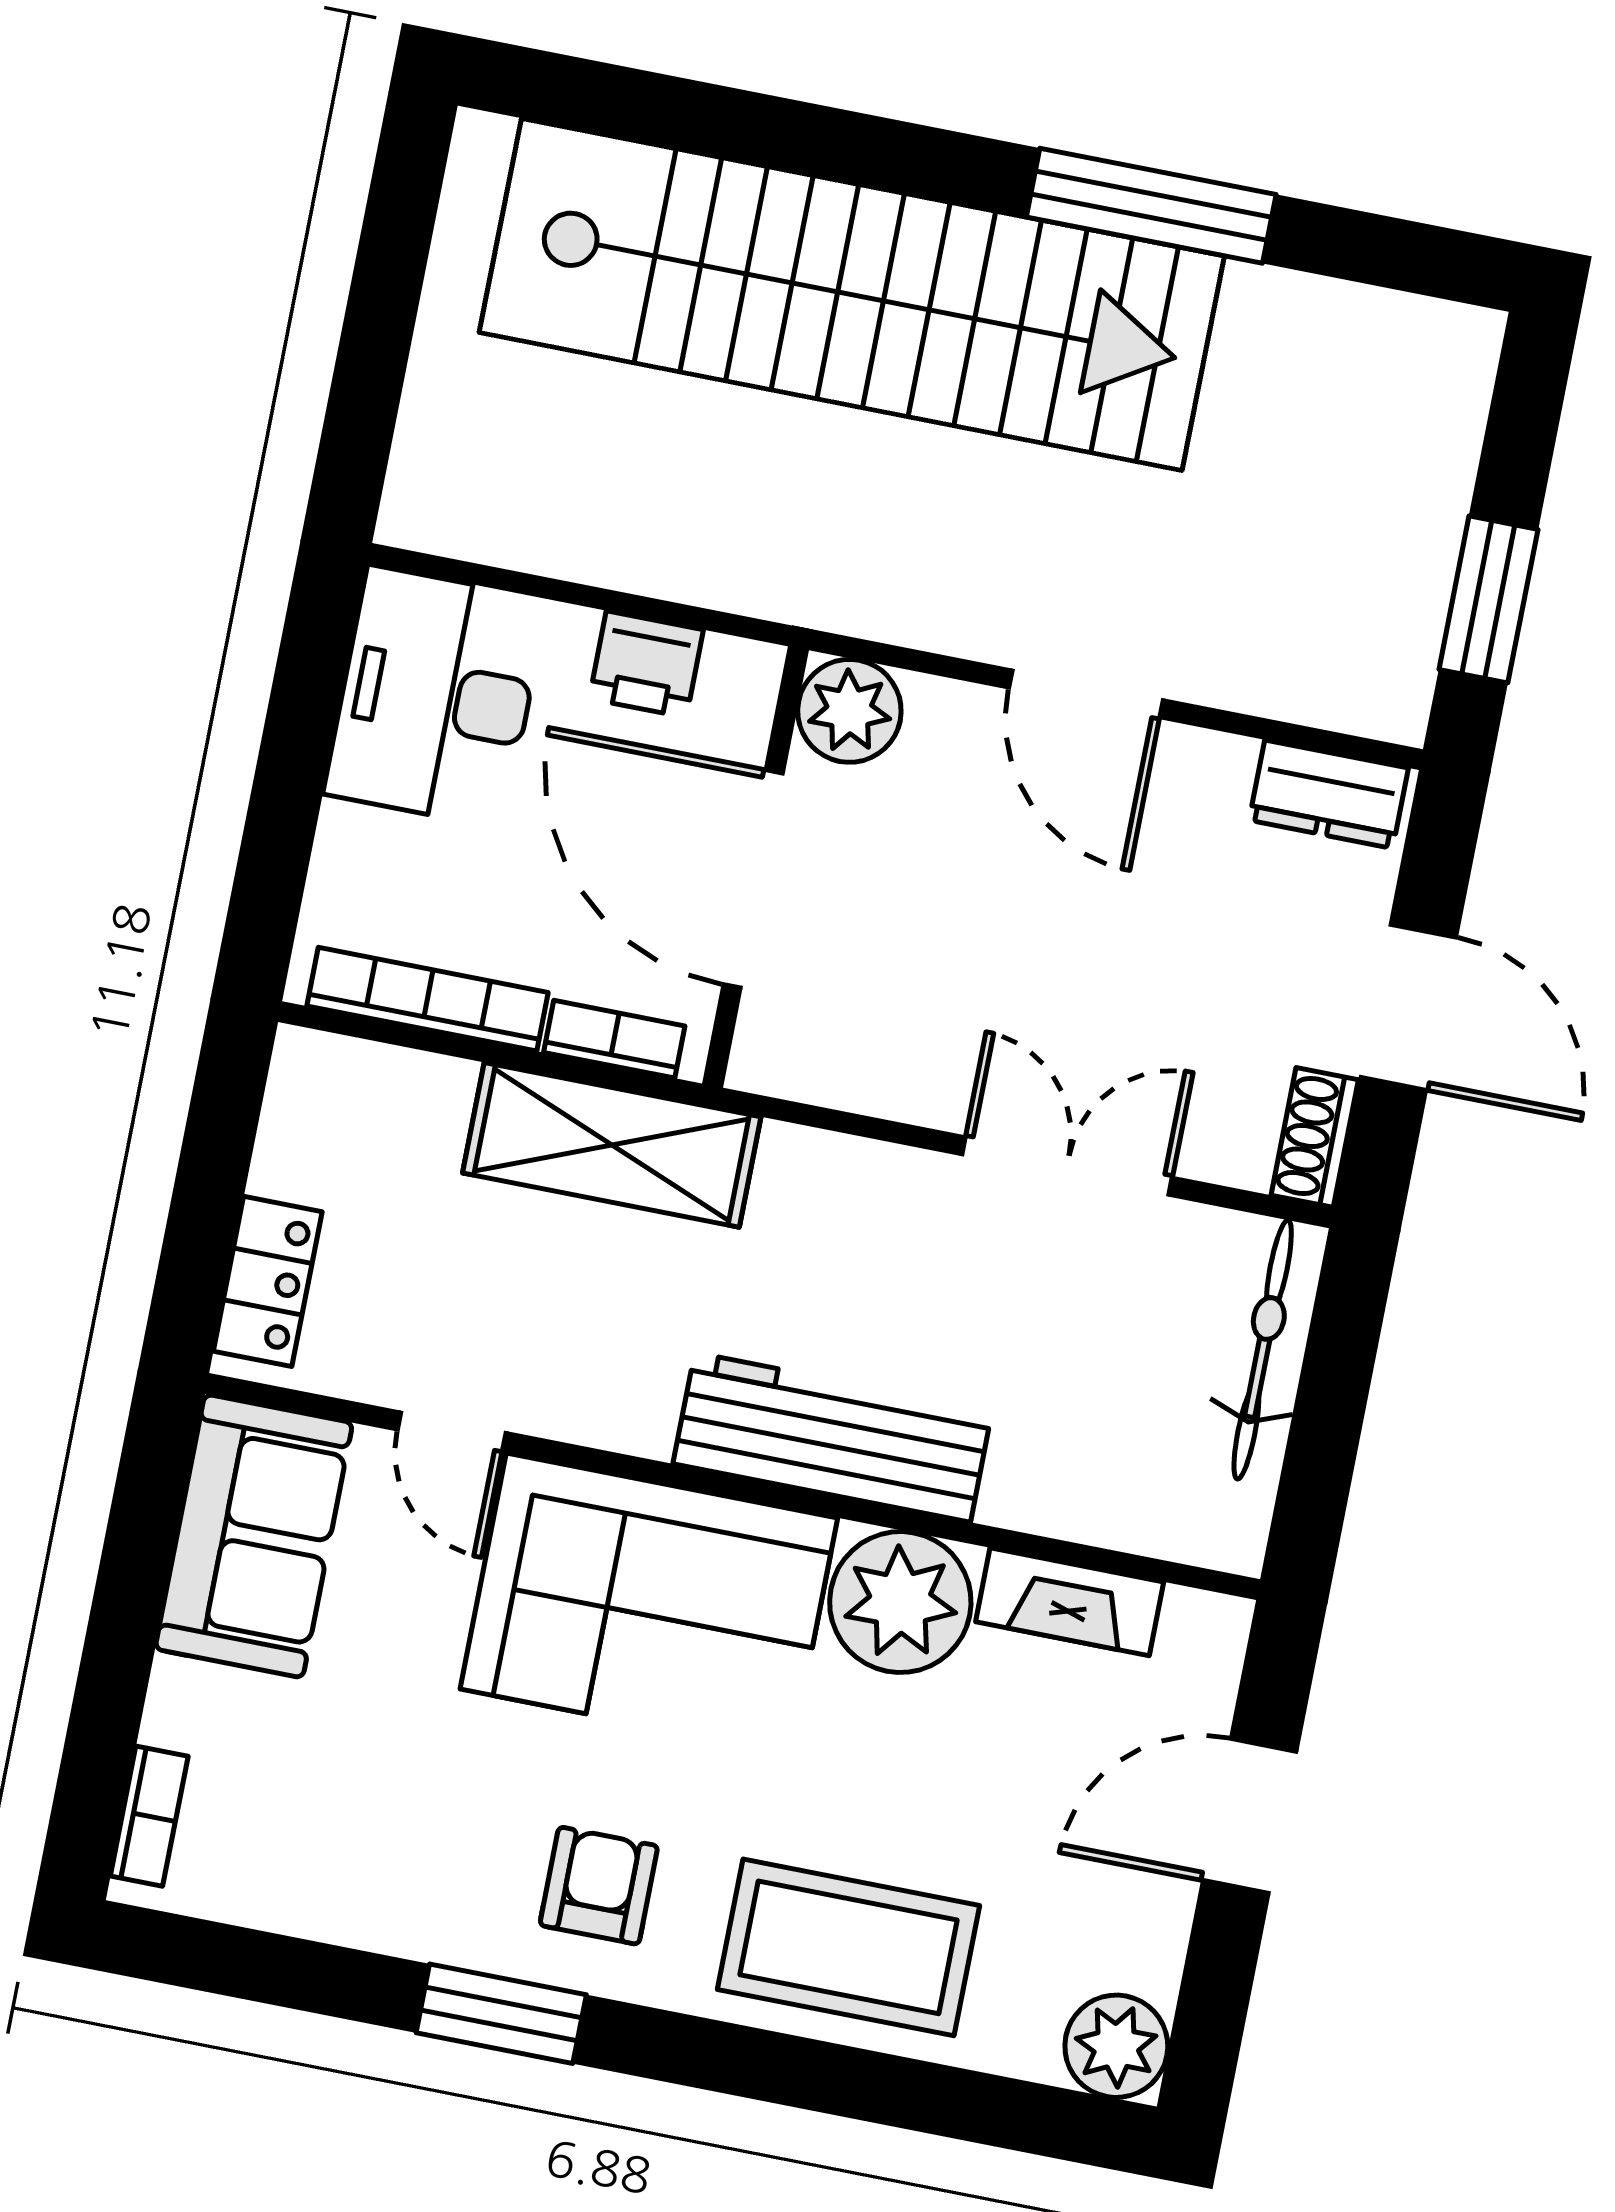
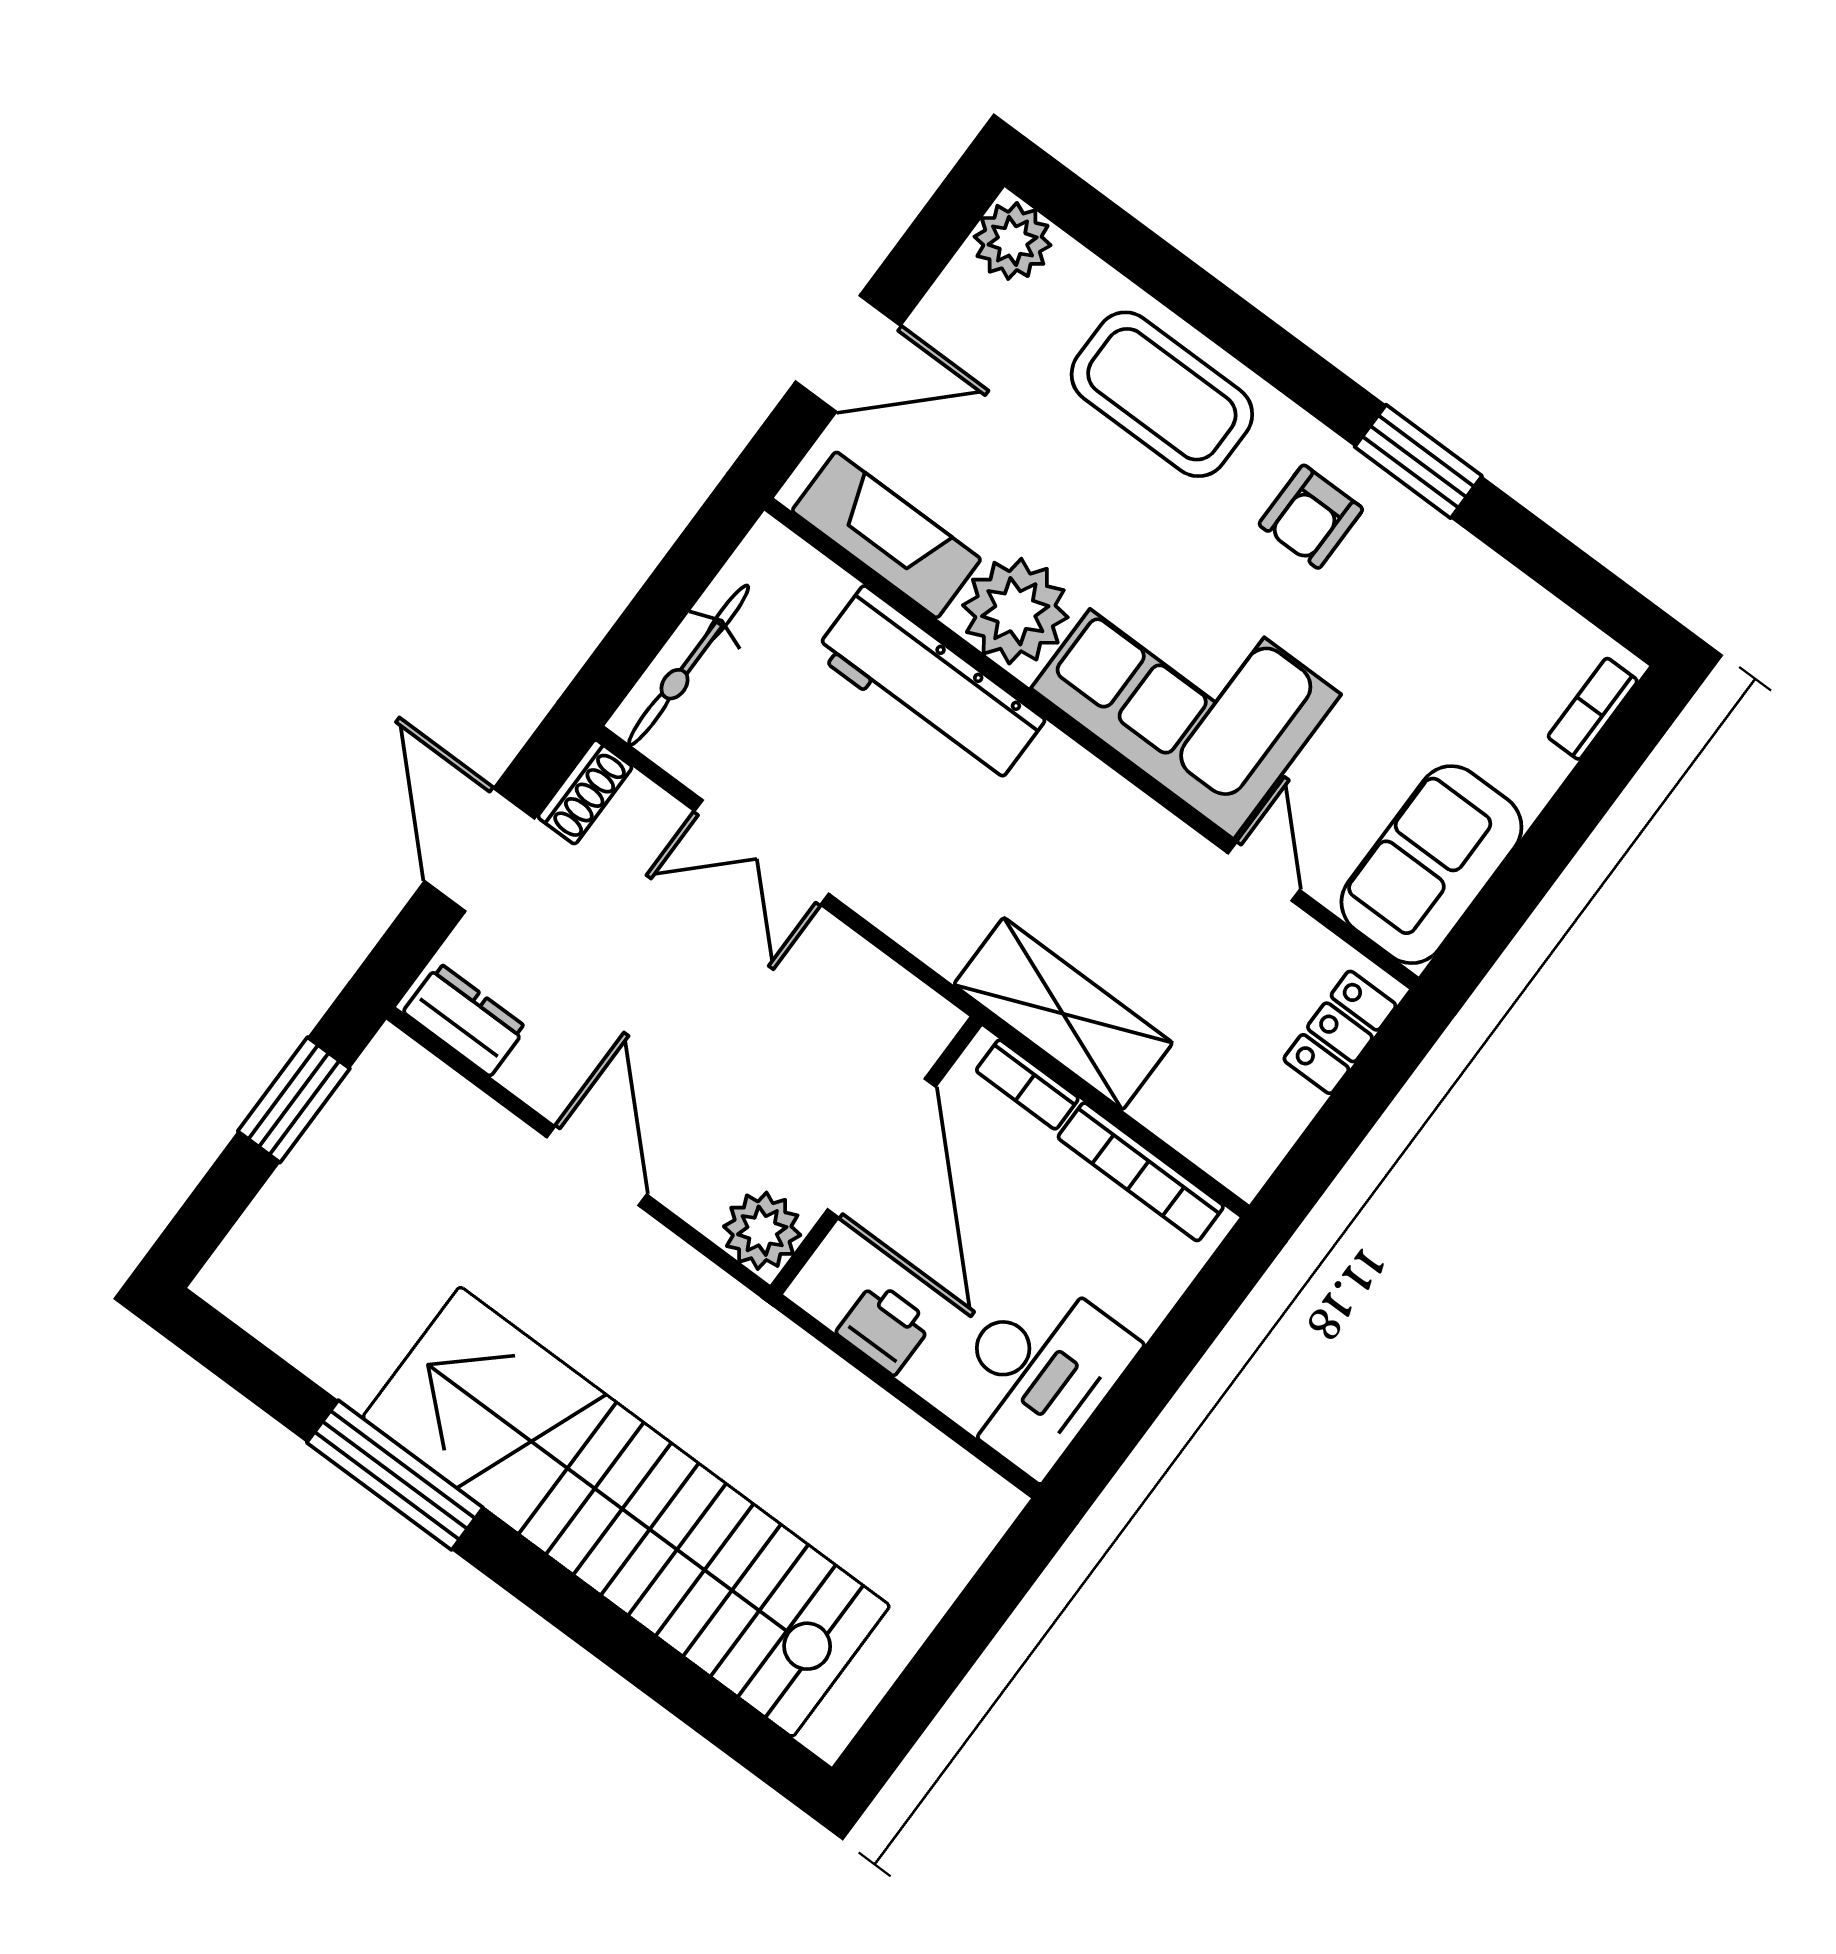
workbench: (833, 1437) -> (929, 686), moved
fireplace: (1070, 1602) -> (886, 535), width x1.37, depth x1.32

